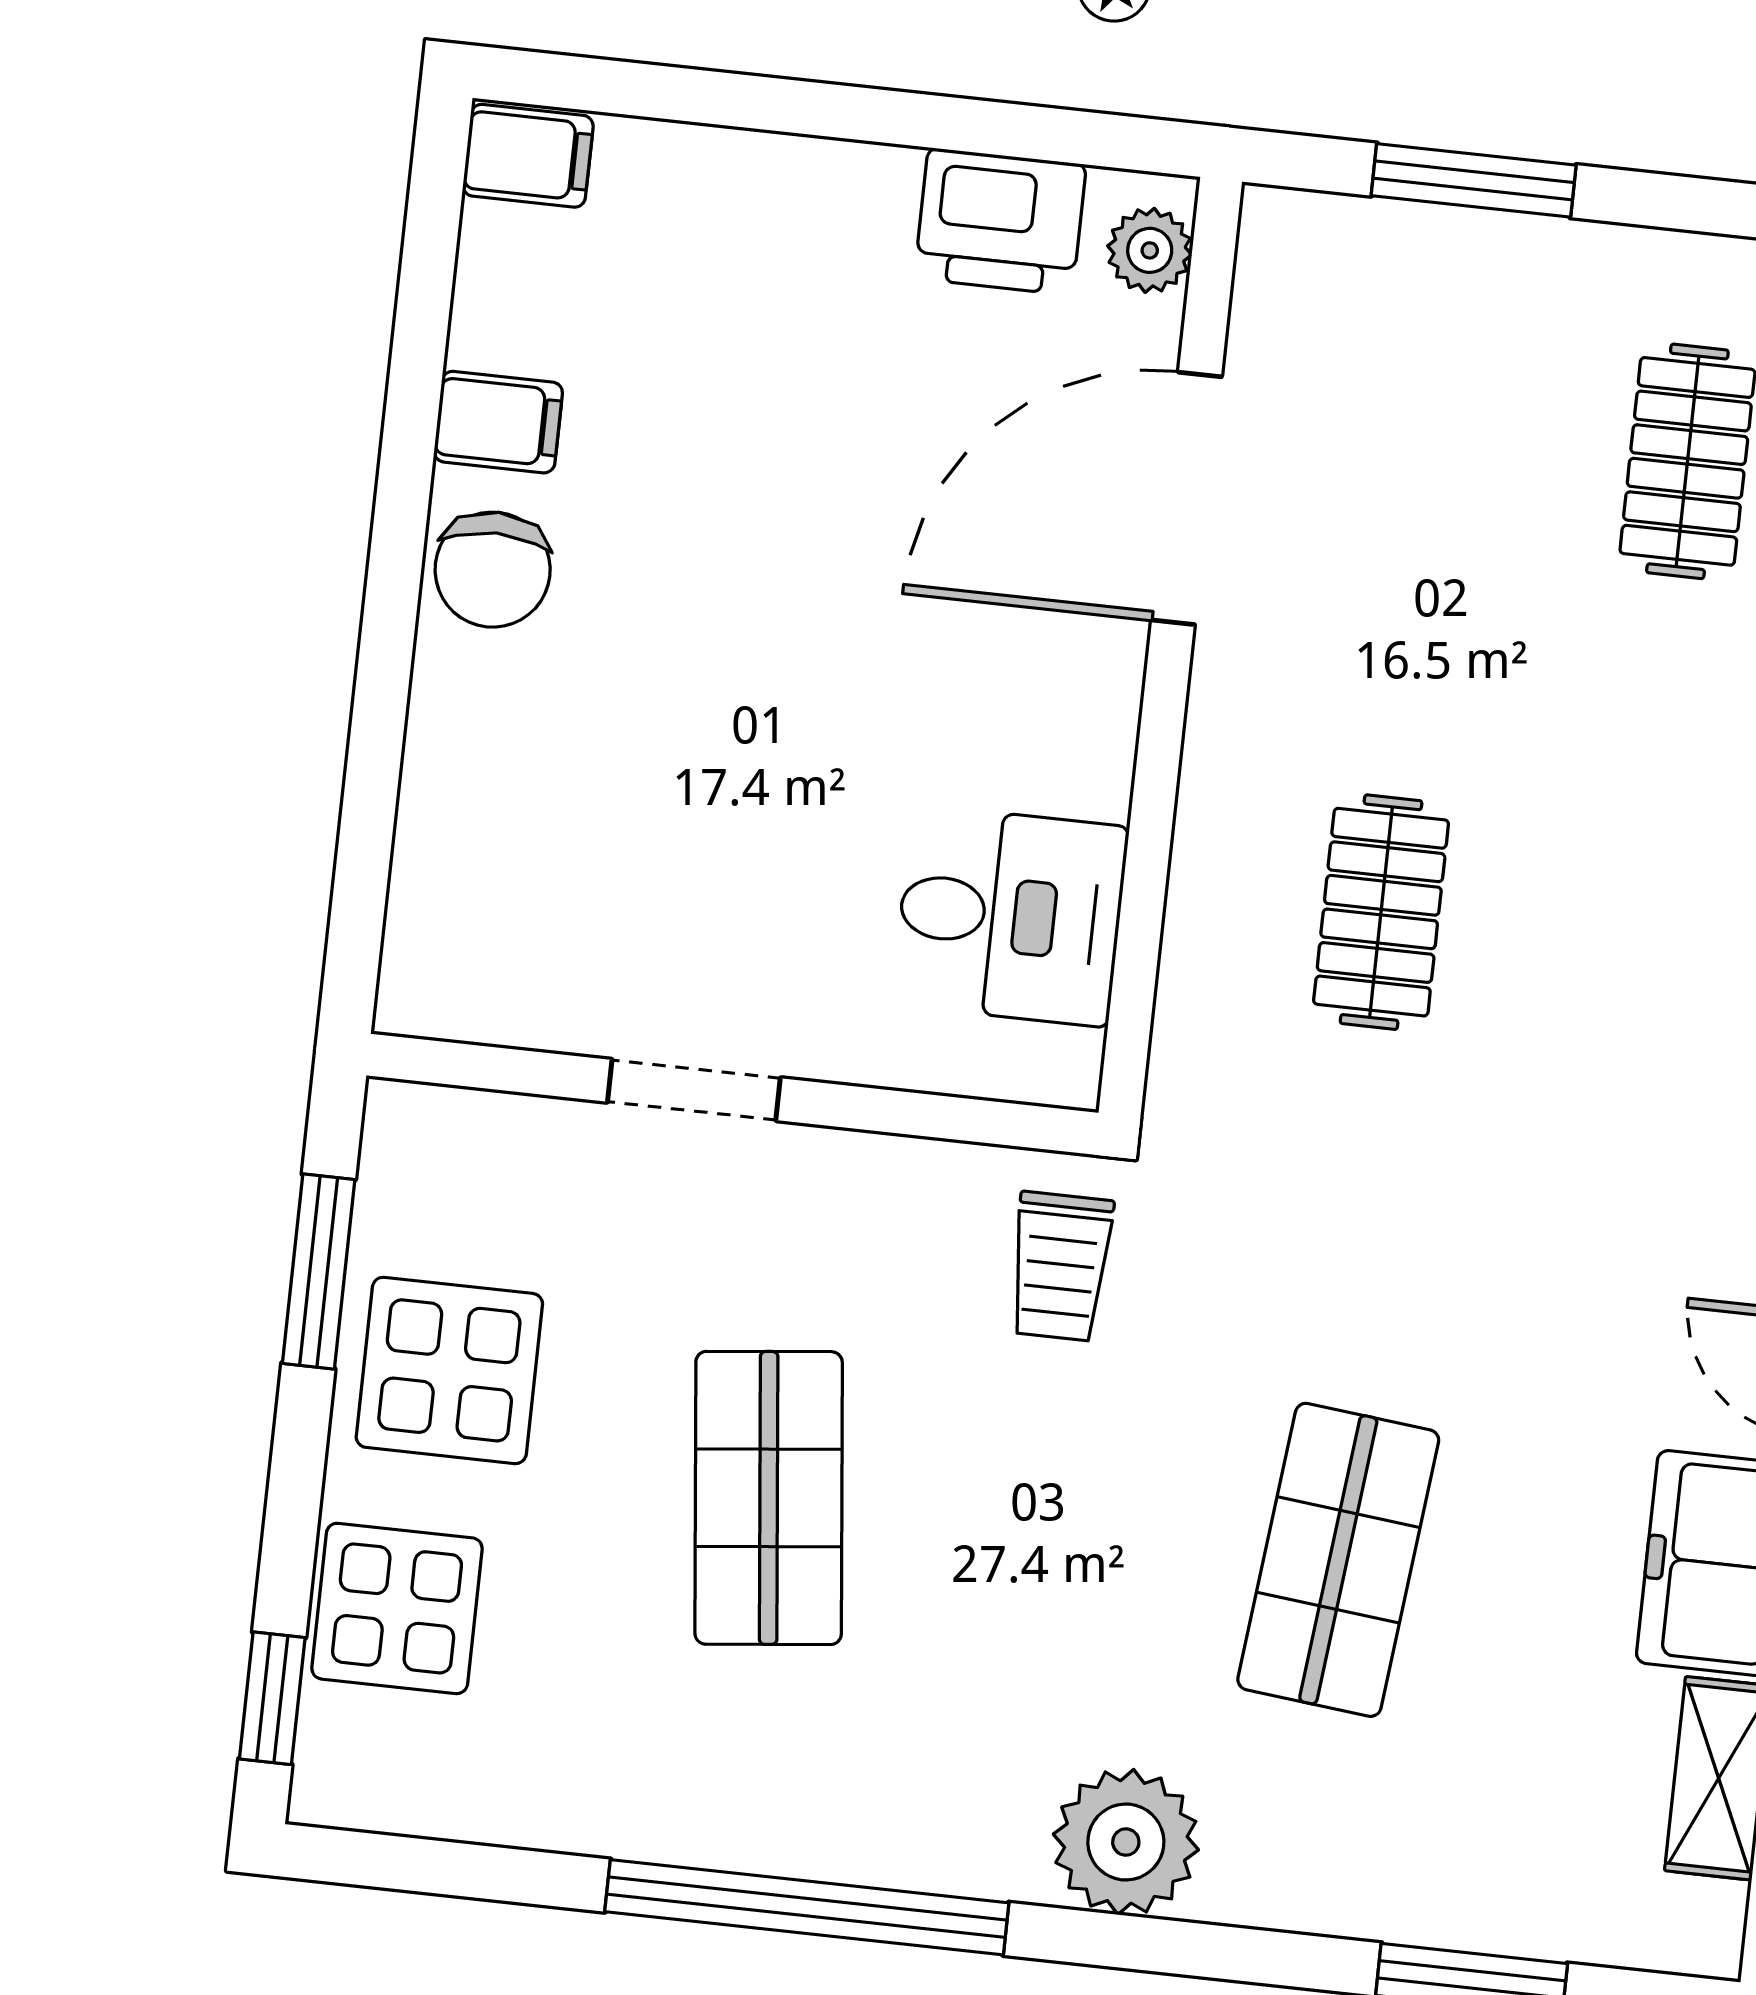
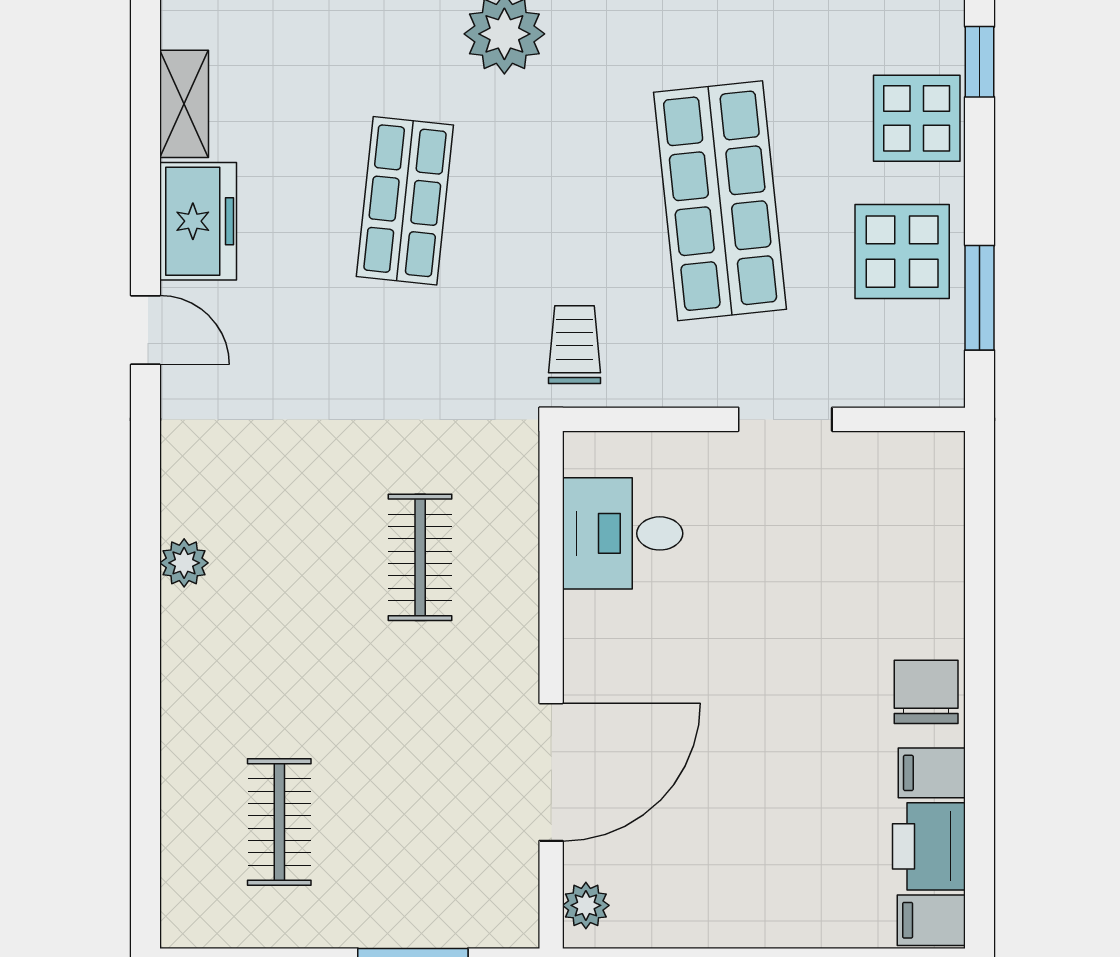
printer: (1000, 222) -> (929, 846), moved, turned -90
shop shelf: (769, 1498) -> (720, 201), width x1.43, depth x1.36

